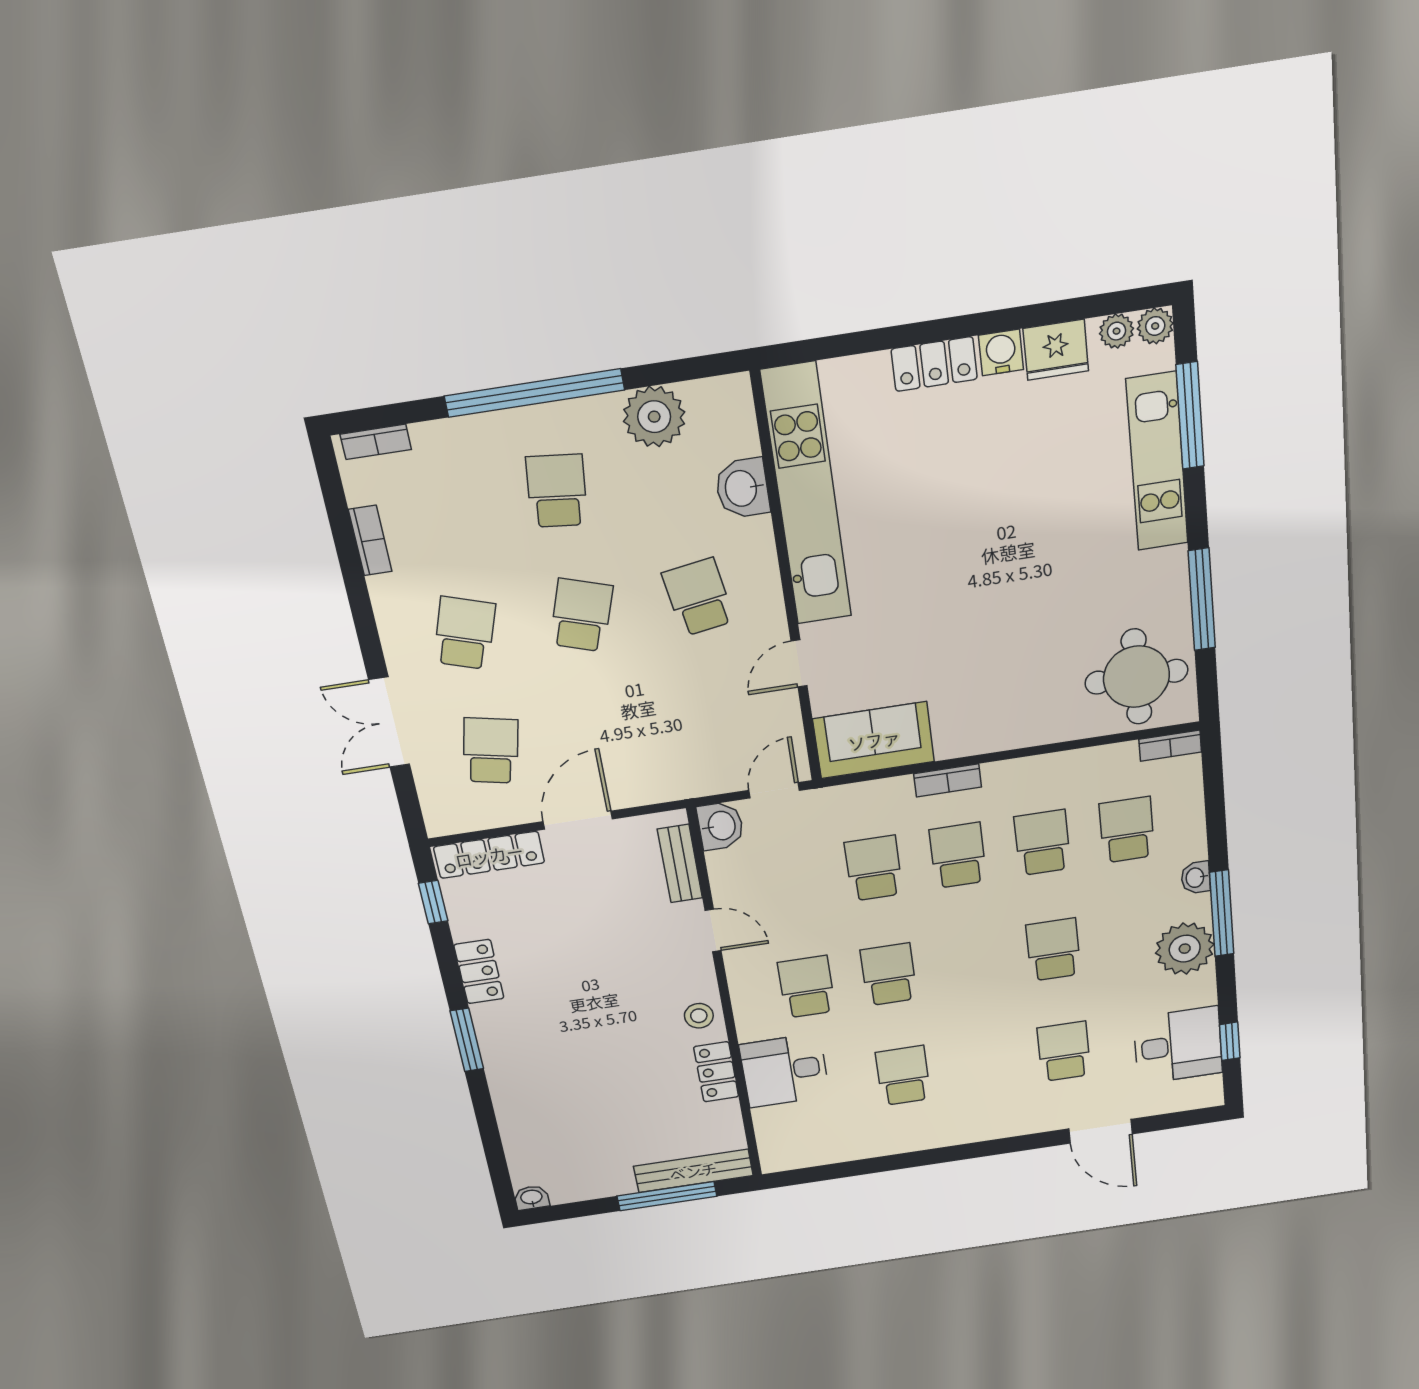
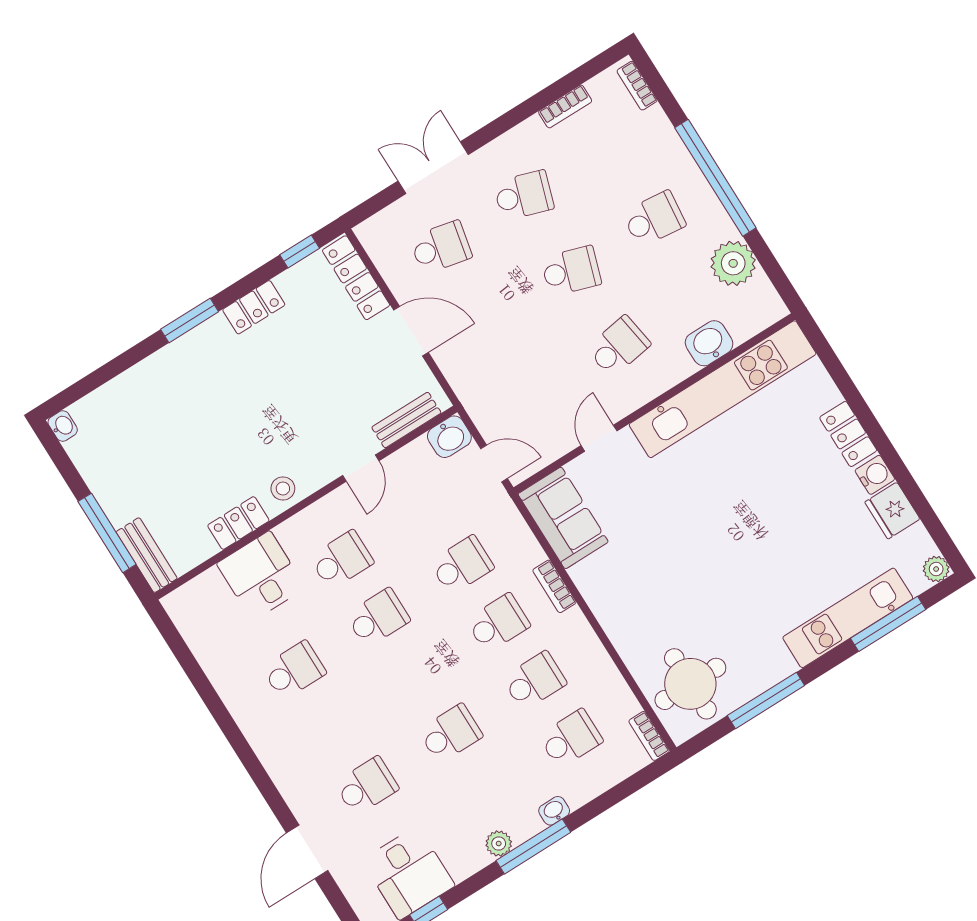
plant: (1117, 331) -> (922, 545), removed
door: (799, 664) -> (599, 438), hinge flipped
plant: (1185, 949) -> (499, 843), width x0.53, depth x0.53
bench: (693, 1171) -> (147, 555), width x0.73

